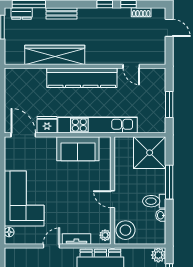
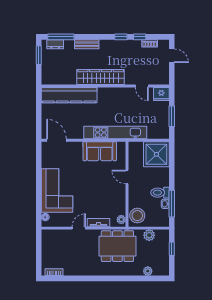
wardrobe: (55, 55) -> (101, 77), moved
kitchen counter: (82, 78) -> (69, 95), moved
fridge: (47, 125) -> (161, 94), moved, turned 180
window: (169, 182) -> (172, 204), moved
door: (112, 199) -> (127, 177), moved
plant: (158, 255) -> (149, 235), moved

